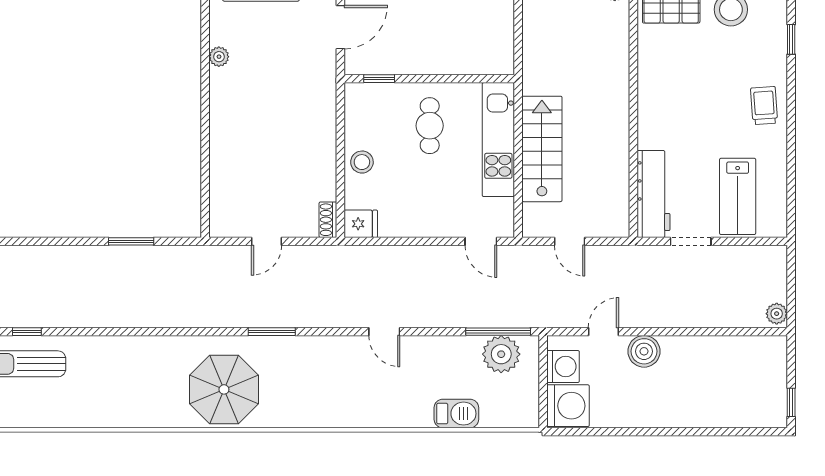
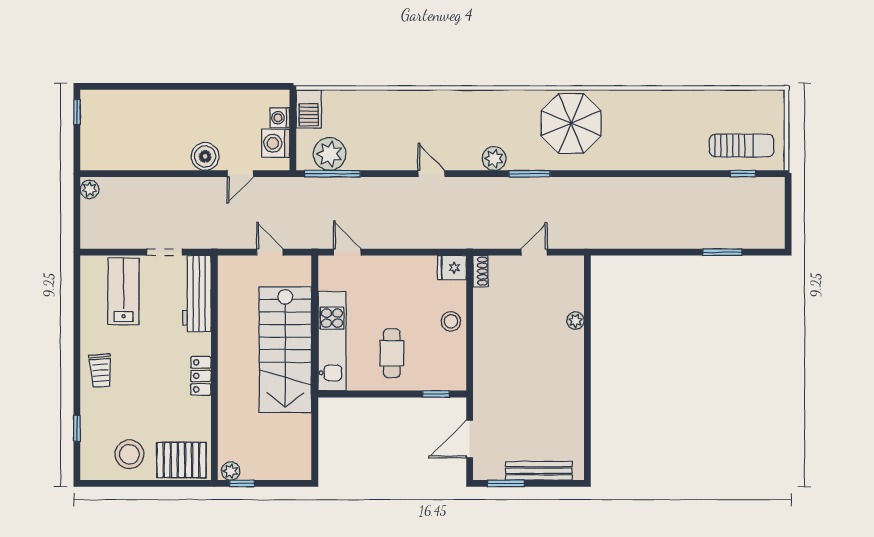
plant: (219, 57) -> (575, 321), moved
locker: (649, 100) -> (201, 376), added
stairs: (542, 149) -> (285, 350), width x1.36, depth x1.51
window: (131, 241) -> (722, 252), moved
plant: (312, 349) -> (494, 159), added
washing machine: (568, 406) -> (280, 118), width x0.53, depth x0.53
barbecue: (456, 414) -> (309, 109), moved, turned -90

